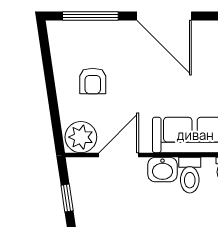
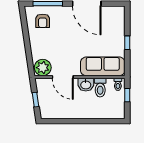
armchair: (93, 81) -> (43, 21), moved
door: (119, 155) -> (63, 77), swing flipped

